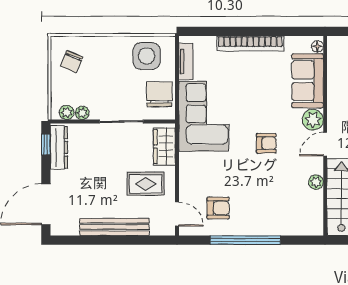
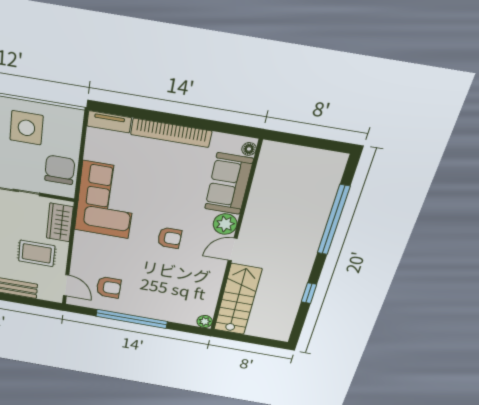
side table: (147, 56) -> (26, 128), moved
tv unit: (186, 61) -> (109, 122), moved, turned 90
plant: (316, 182) -> (205, 321), moved

